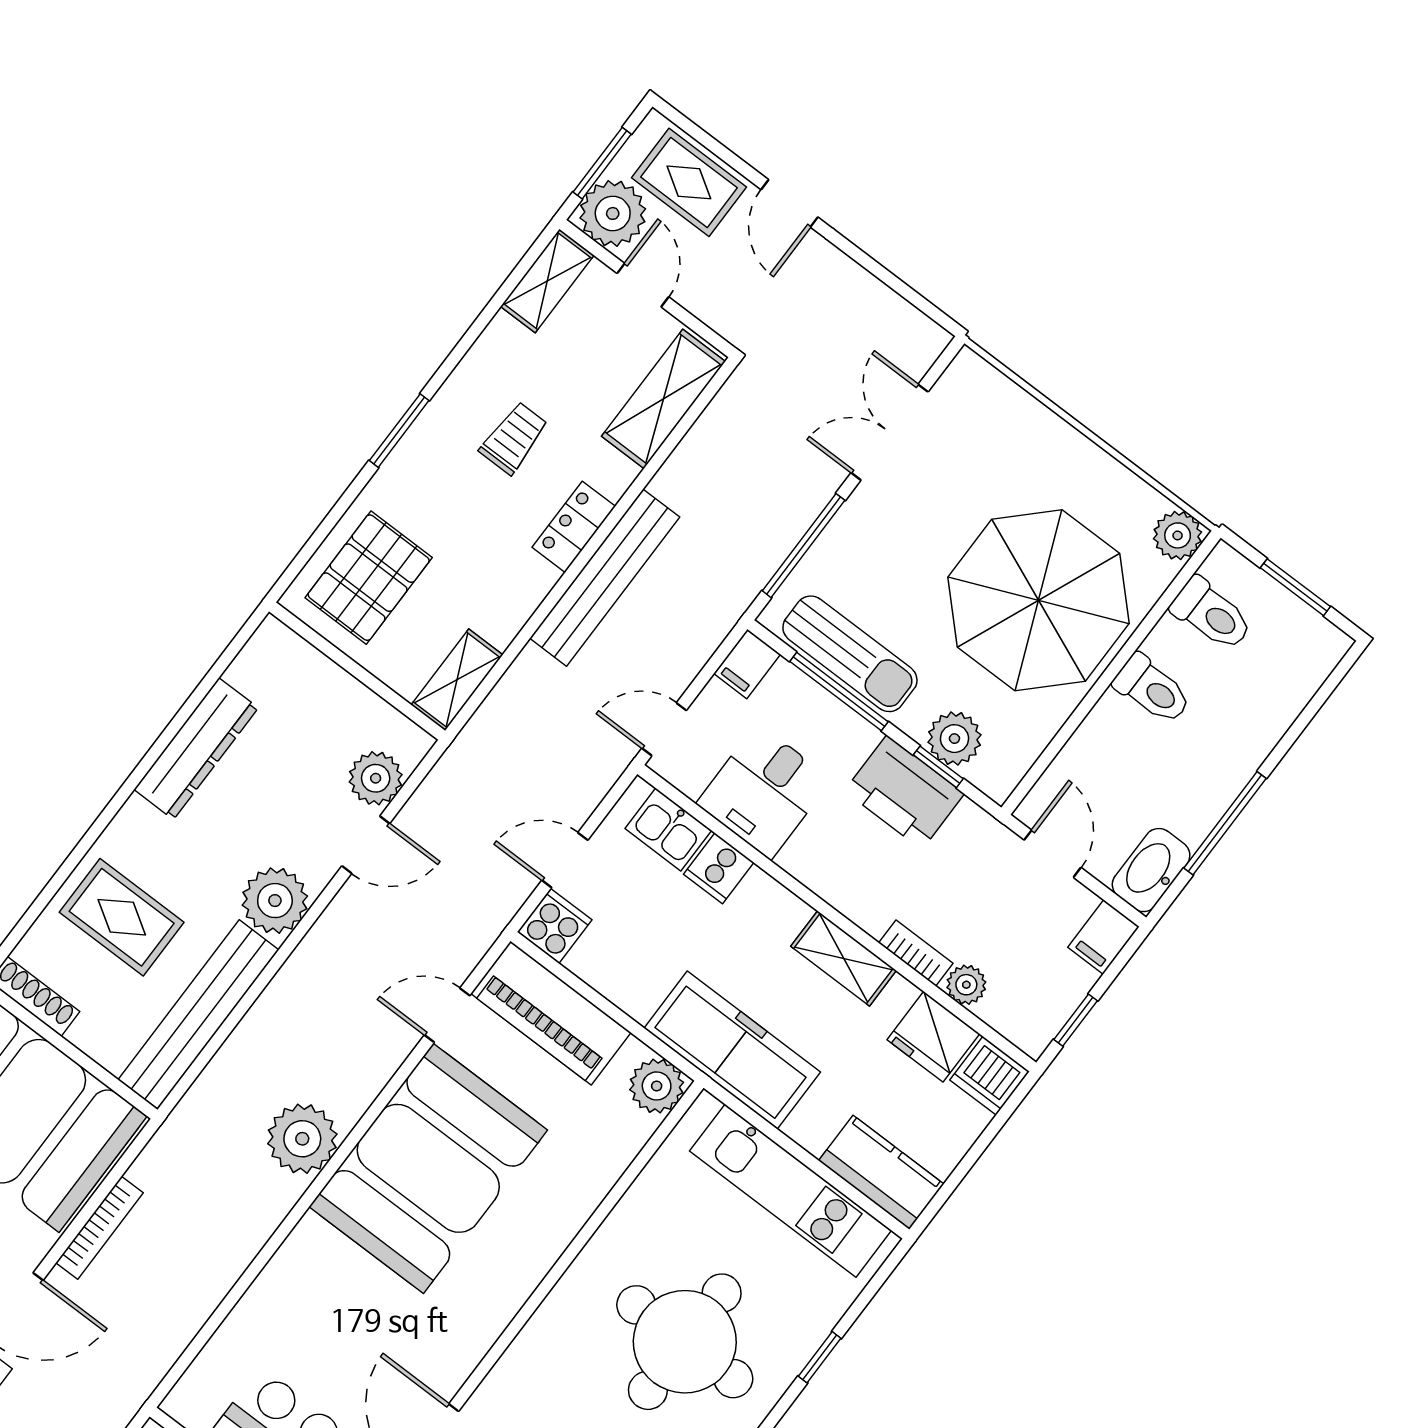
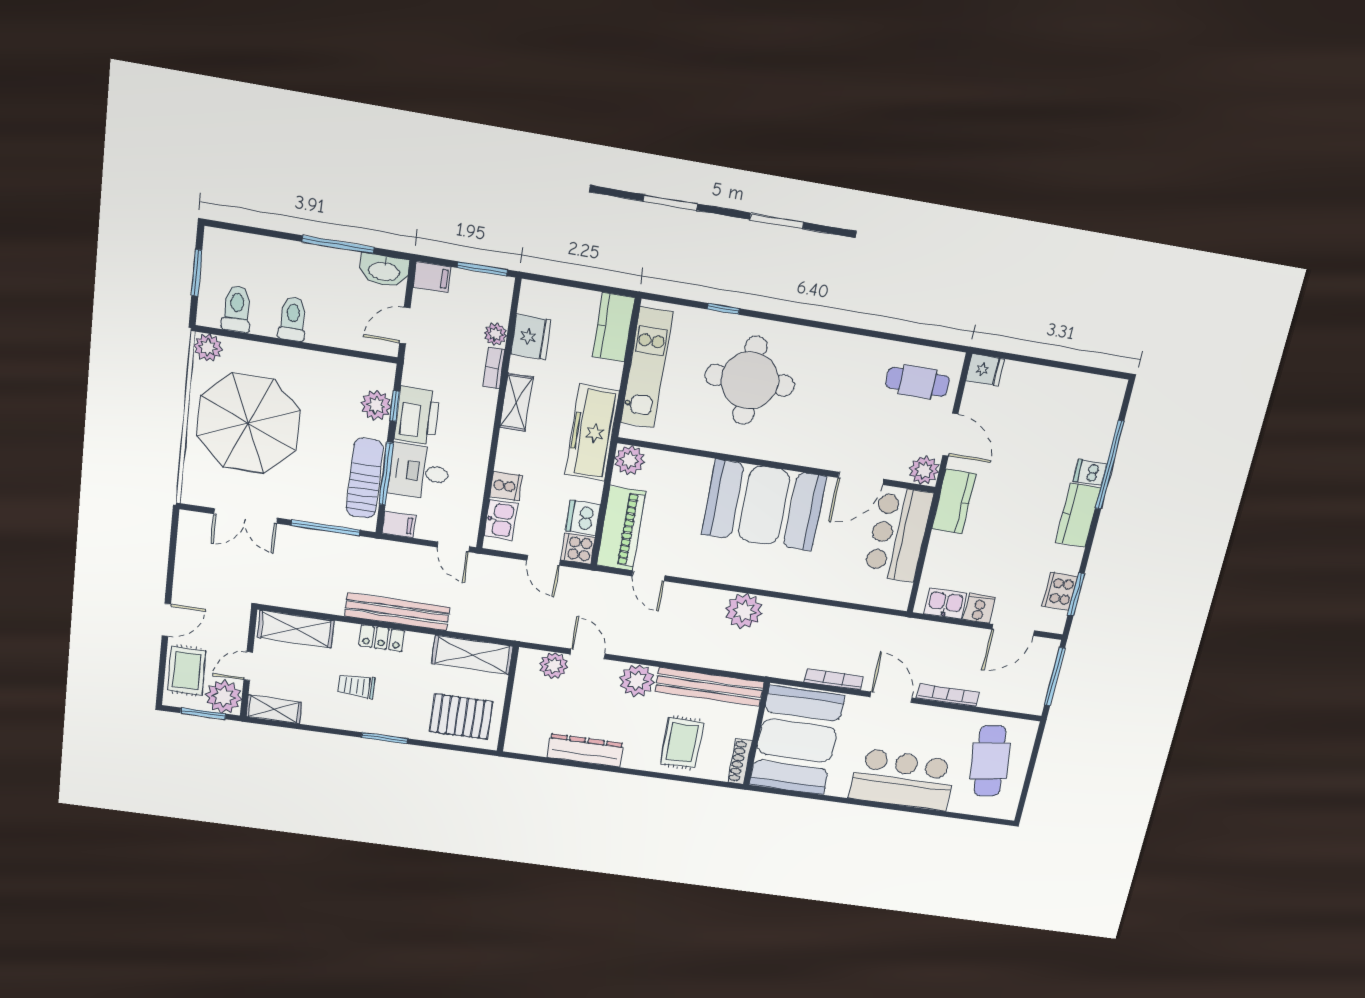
parasol: (1039, 600) -> (248, 423), moved
shelving: (457, 680) -> (472, 655), width x1.50, depth x1.33
desk: (764, 791) -> (419, 472), moved, turned 180
window: (1076, 1020) -> (482, 269), width x1.50
dishwasher: (990, 1076) -> (583, 518), moved, turned 180
booth: (428, 1168) -> (764, 505), moved

